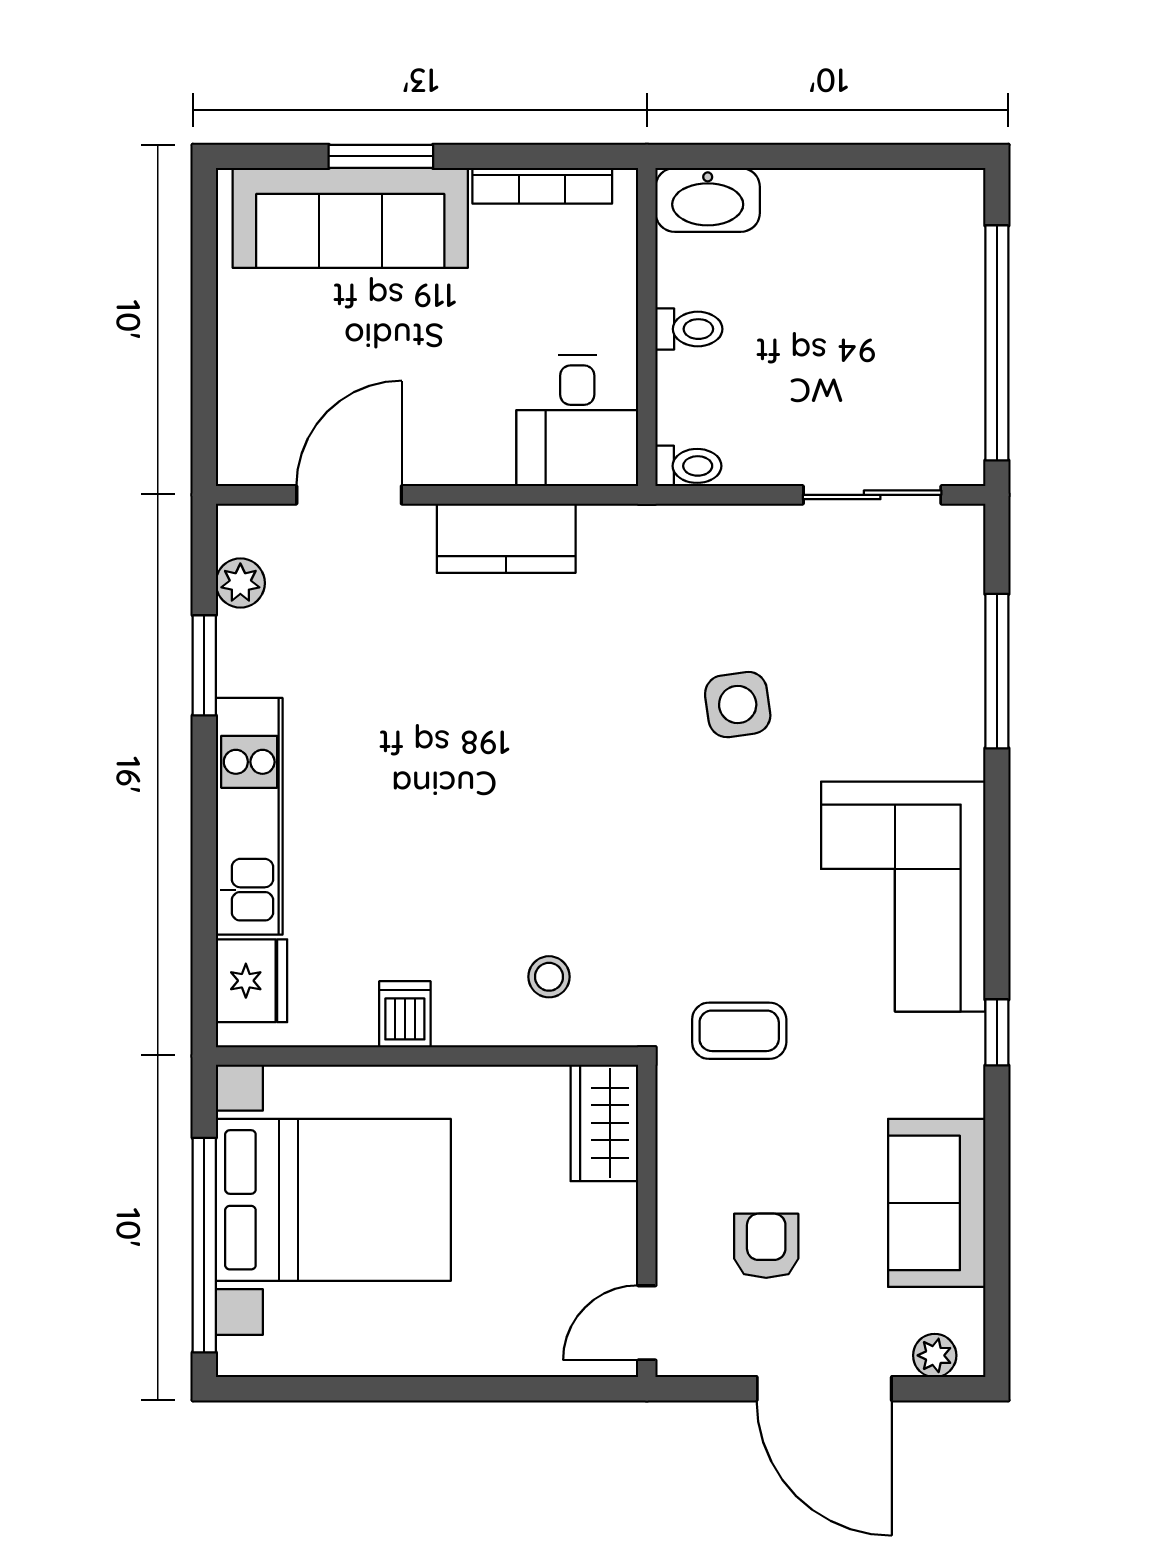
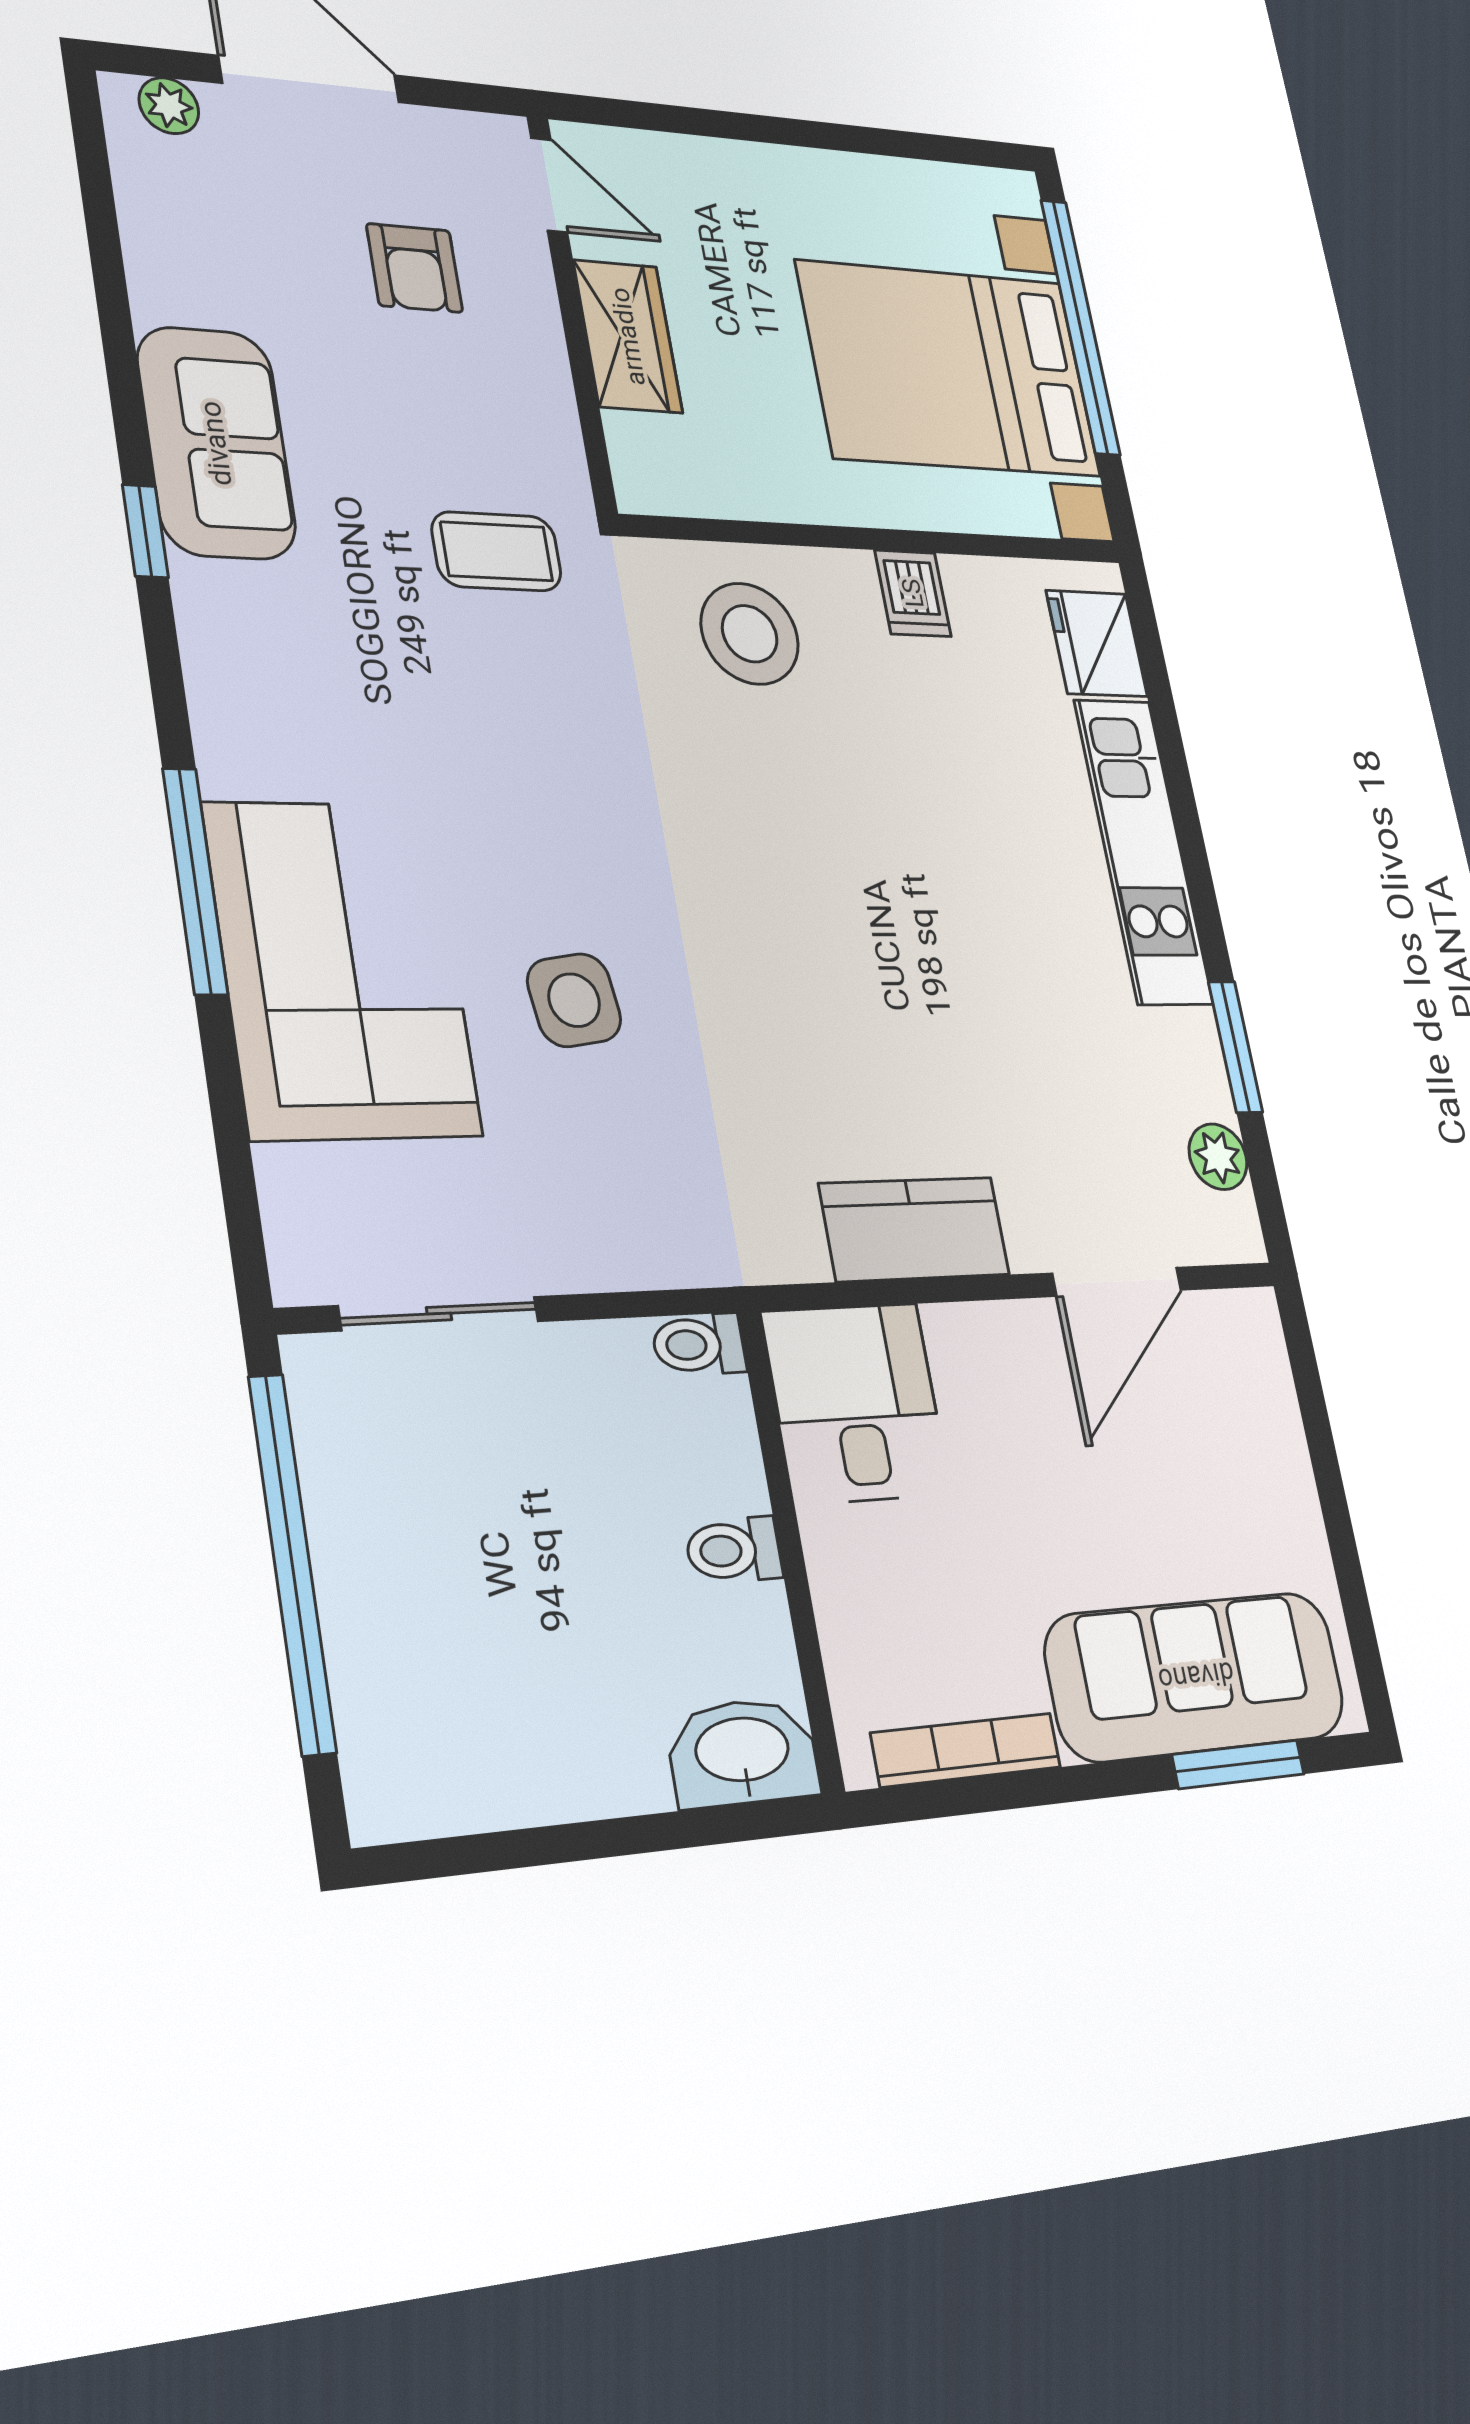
window: (381, 156) -> (1238, 1764), moved
window: (997, 671) -> (195, 881), moved
corner sofa: (903, 897) -> (342, 969), moved
stool: (549, 977) -> (750, 634), width x1.89, depth x1.89
wardrobe: (604, 1123) -> (628, 336), moved
sofa: (937, 1203) -> (216, 443), moved
door: (647, 1323) -> (549, 185), hinge flipped

